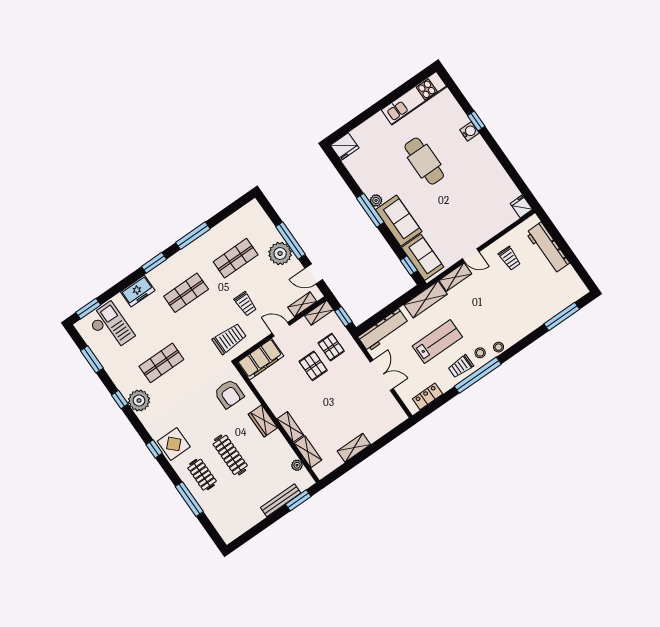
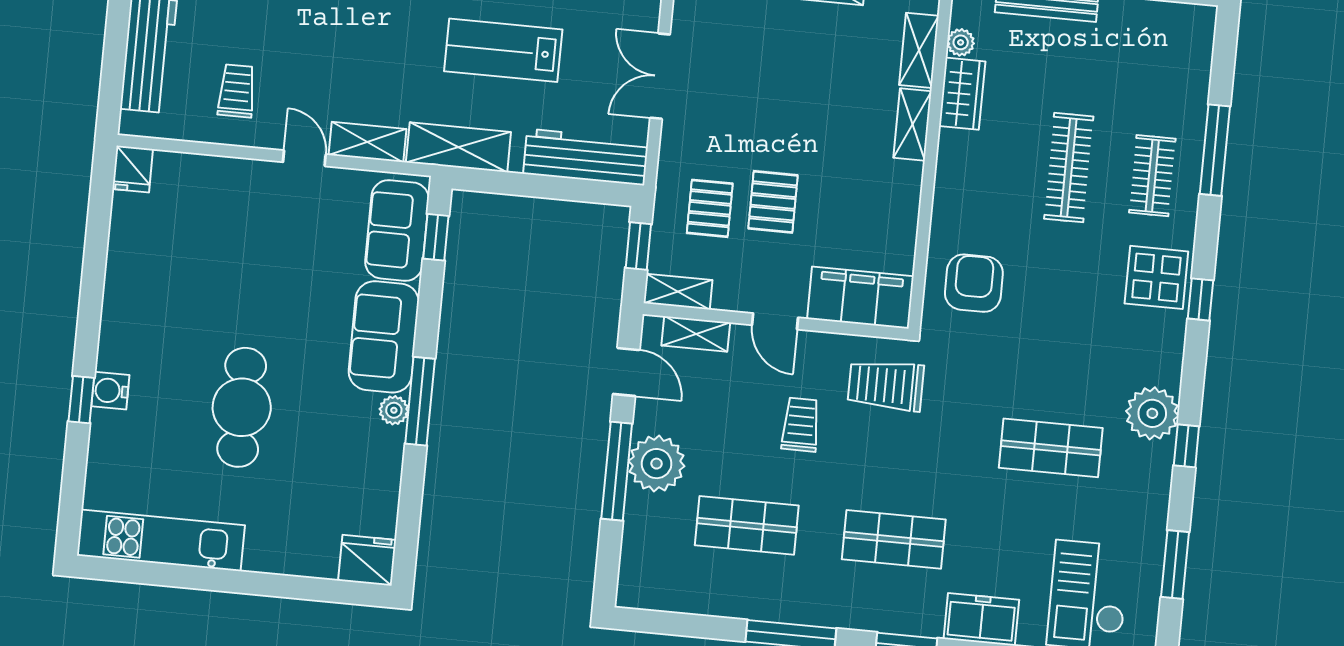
wardrobe: (263, 421) -> (962, 94), moved

